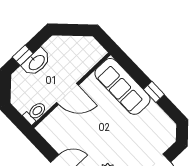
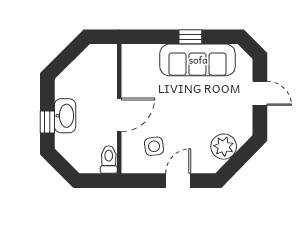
sofa: (122, 86) -> (198, 60), moved
side table: (68, 132) -> (154, 146), added

